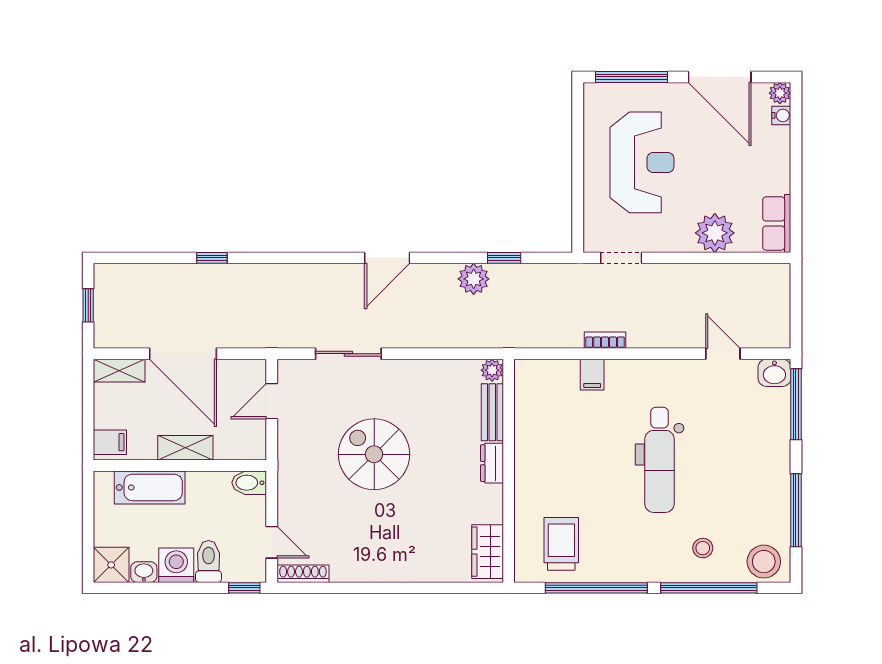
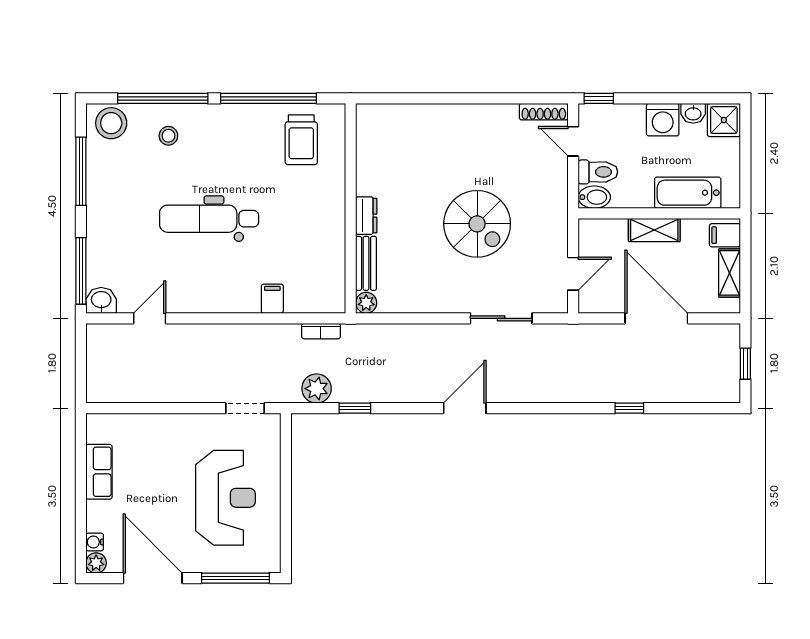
reception desk: (642, 162) -> (225, 498), turned 180
row of seats: (777, 223) -> (99, 472), moved
plant: (715, 233) -> (157, 432), removed
plant: (474, 279) -> (317, 389), moved
bookcase: (605, 340) -> (321, 331), moved
door: (723, 354) -> (150, 318), swing flipped
shelving: (119, 371) -> (730, 273), moved, turned 90
dental chair: (660, 460) -> (209, 219), turned -90
wardrobe: (488, 552) -> (370, 133), removed
toilet: (209, 561) -> (598, 172), moved, turned -90

